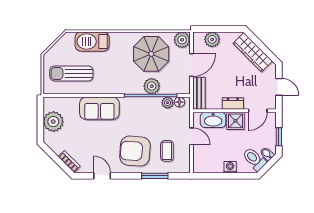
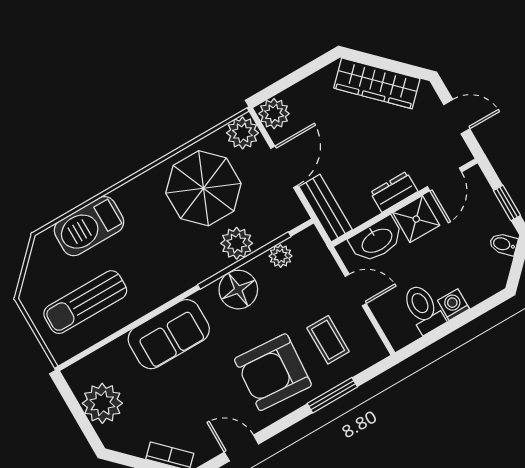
plant: (212, 39) -> (274, 114), moved
floor lamp: (179, 102) -> (238, 290), moved, width x1.89, depth x1.89
toilet: (254, 159) -> (423, 309), moved, turned 45

